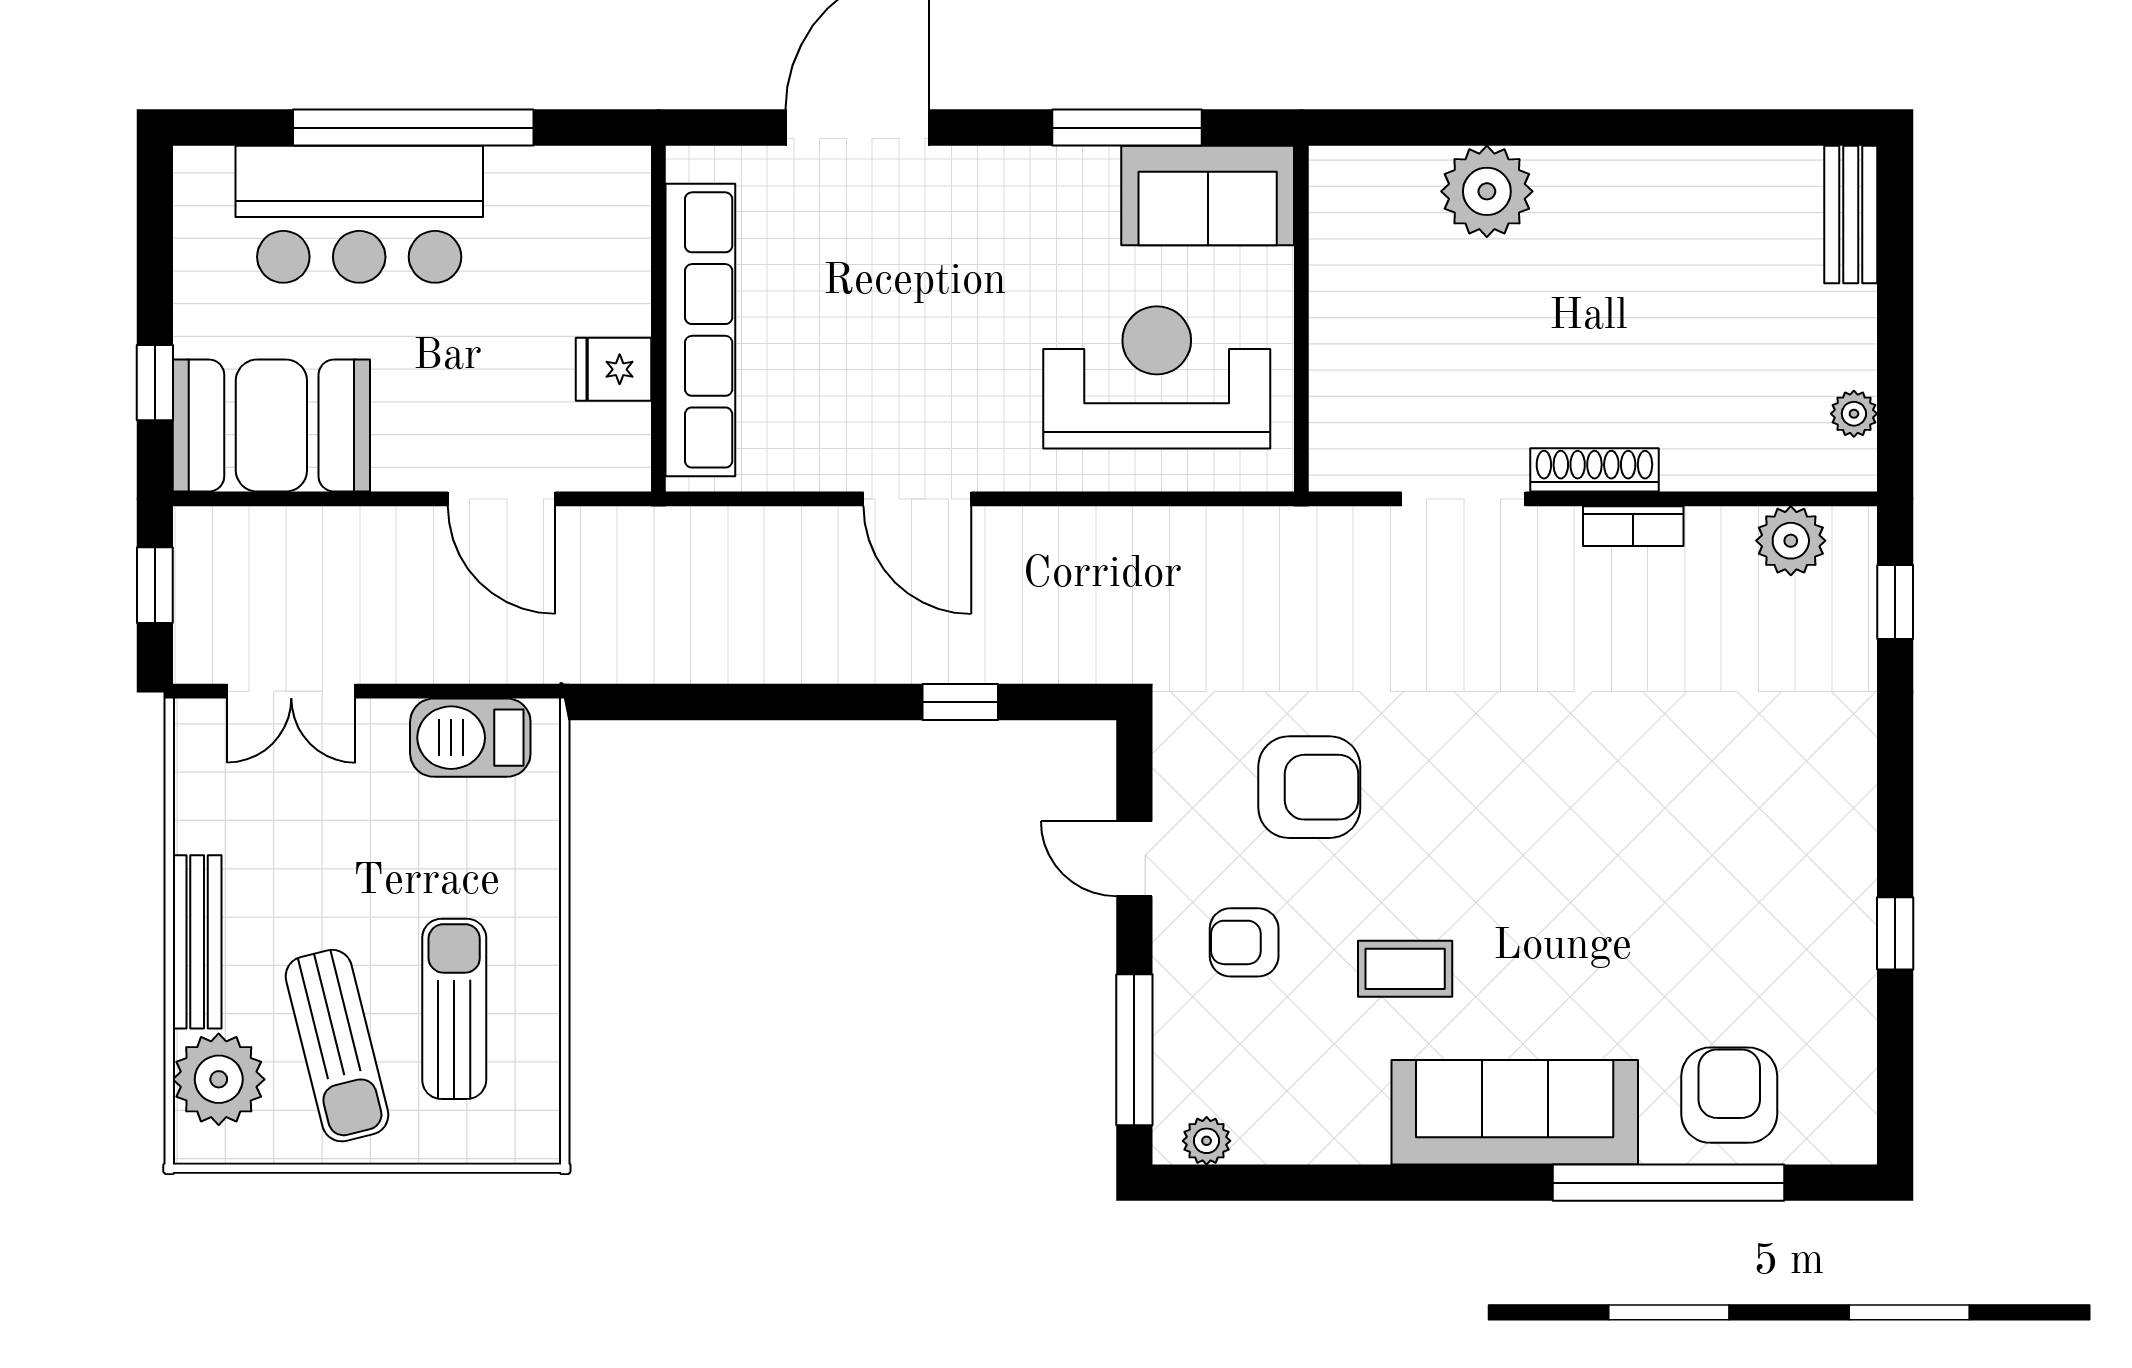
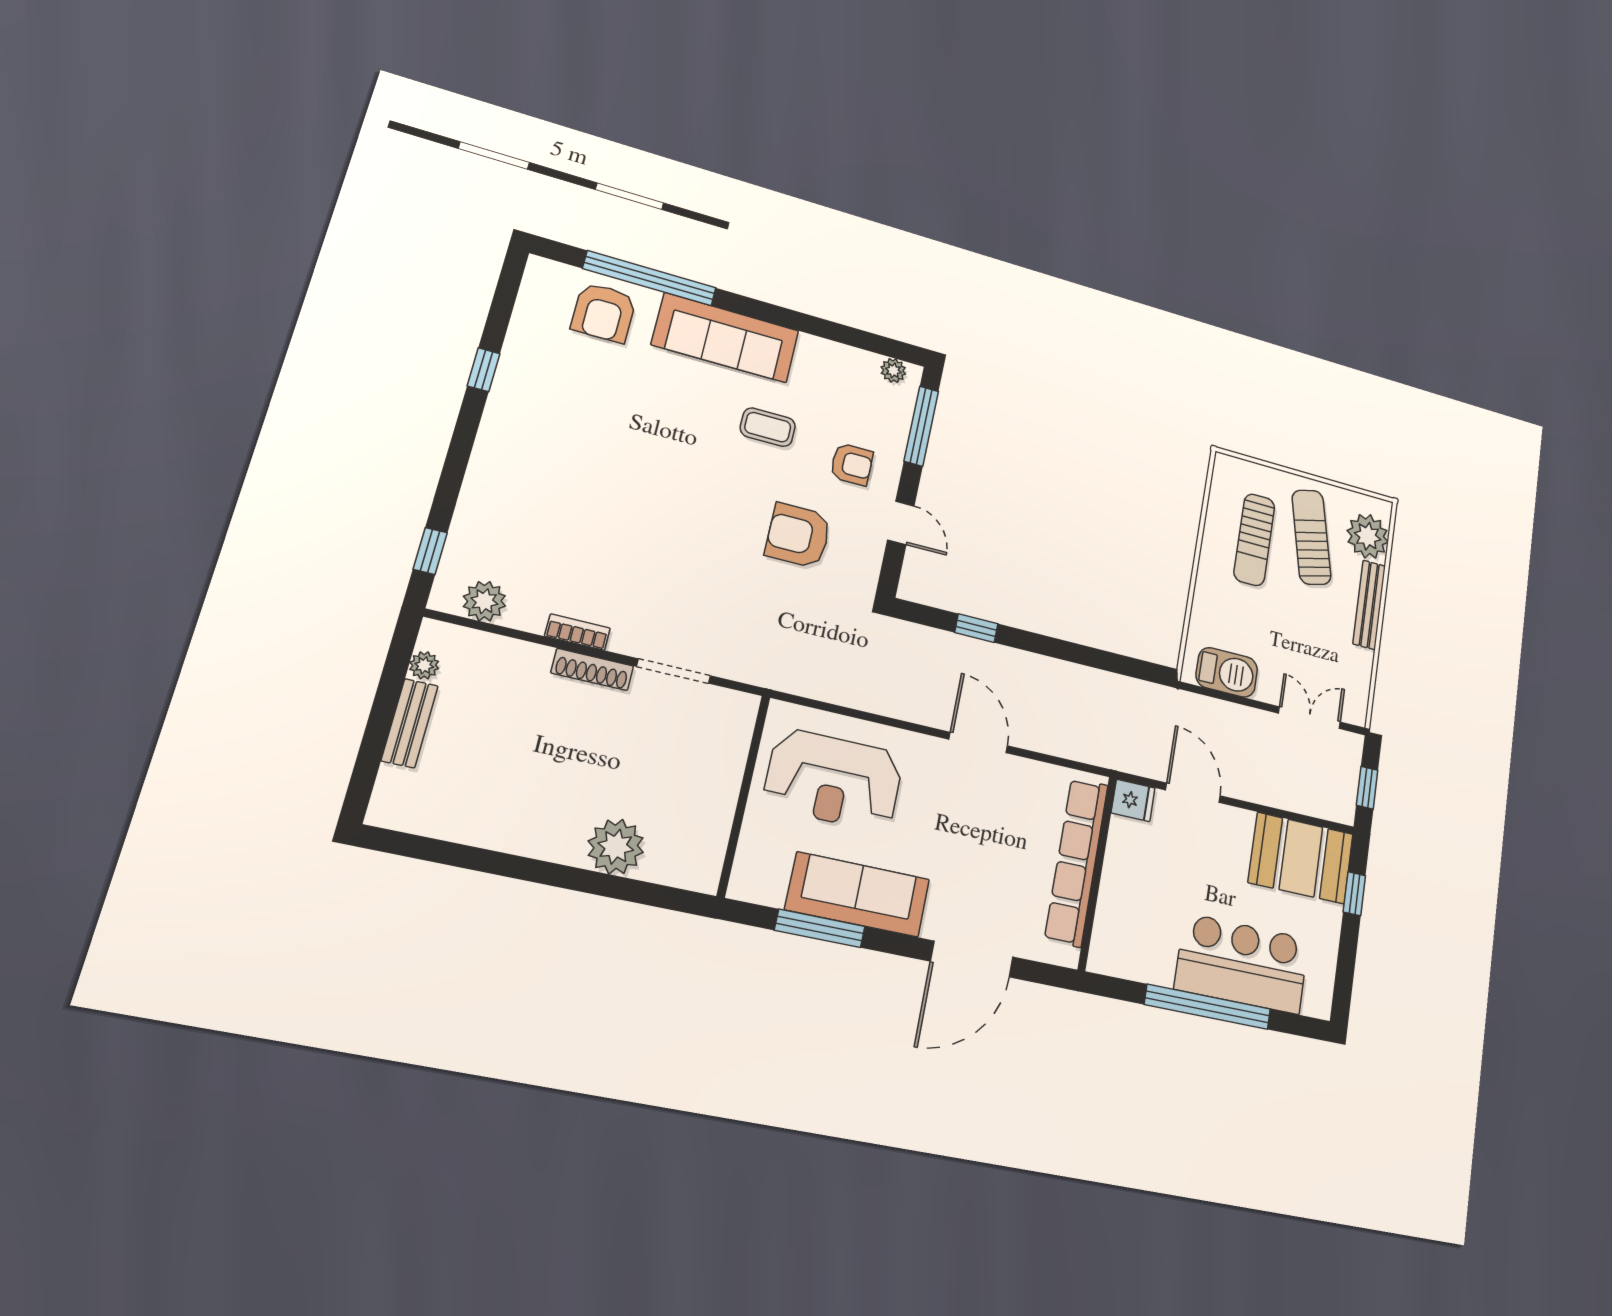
sofa: (1208, 195) -> (858, 894), moved, width x1.36
bench: (1851, 214) -> (410, 723), moved
fridge: (614, 369) -> (1133, 800), moved

